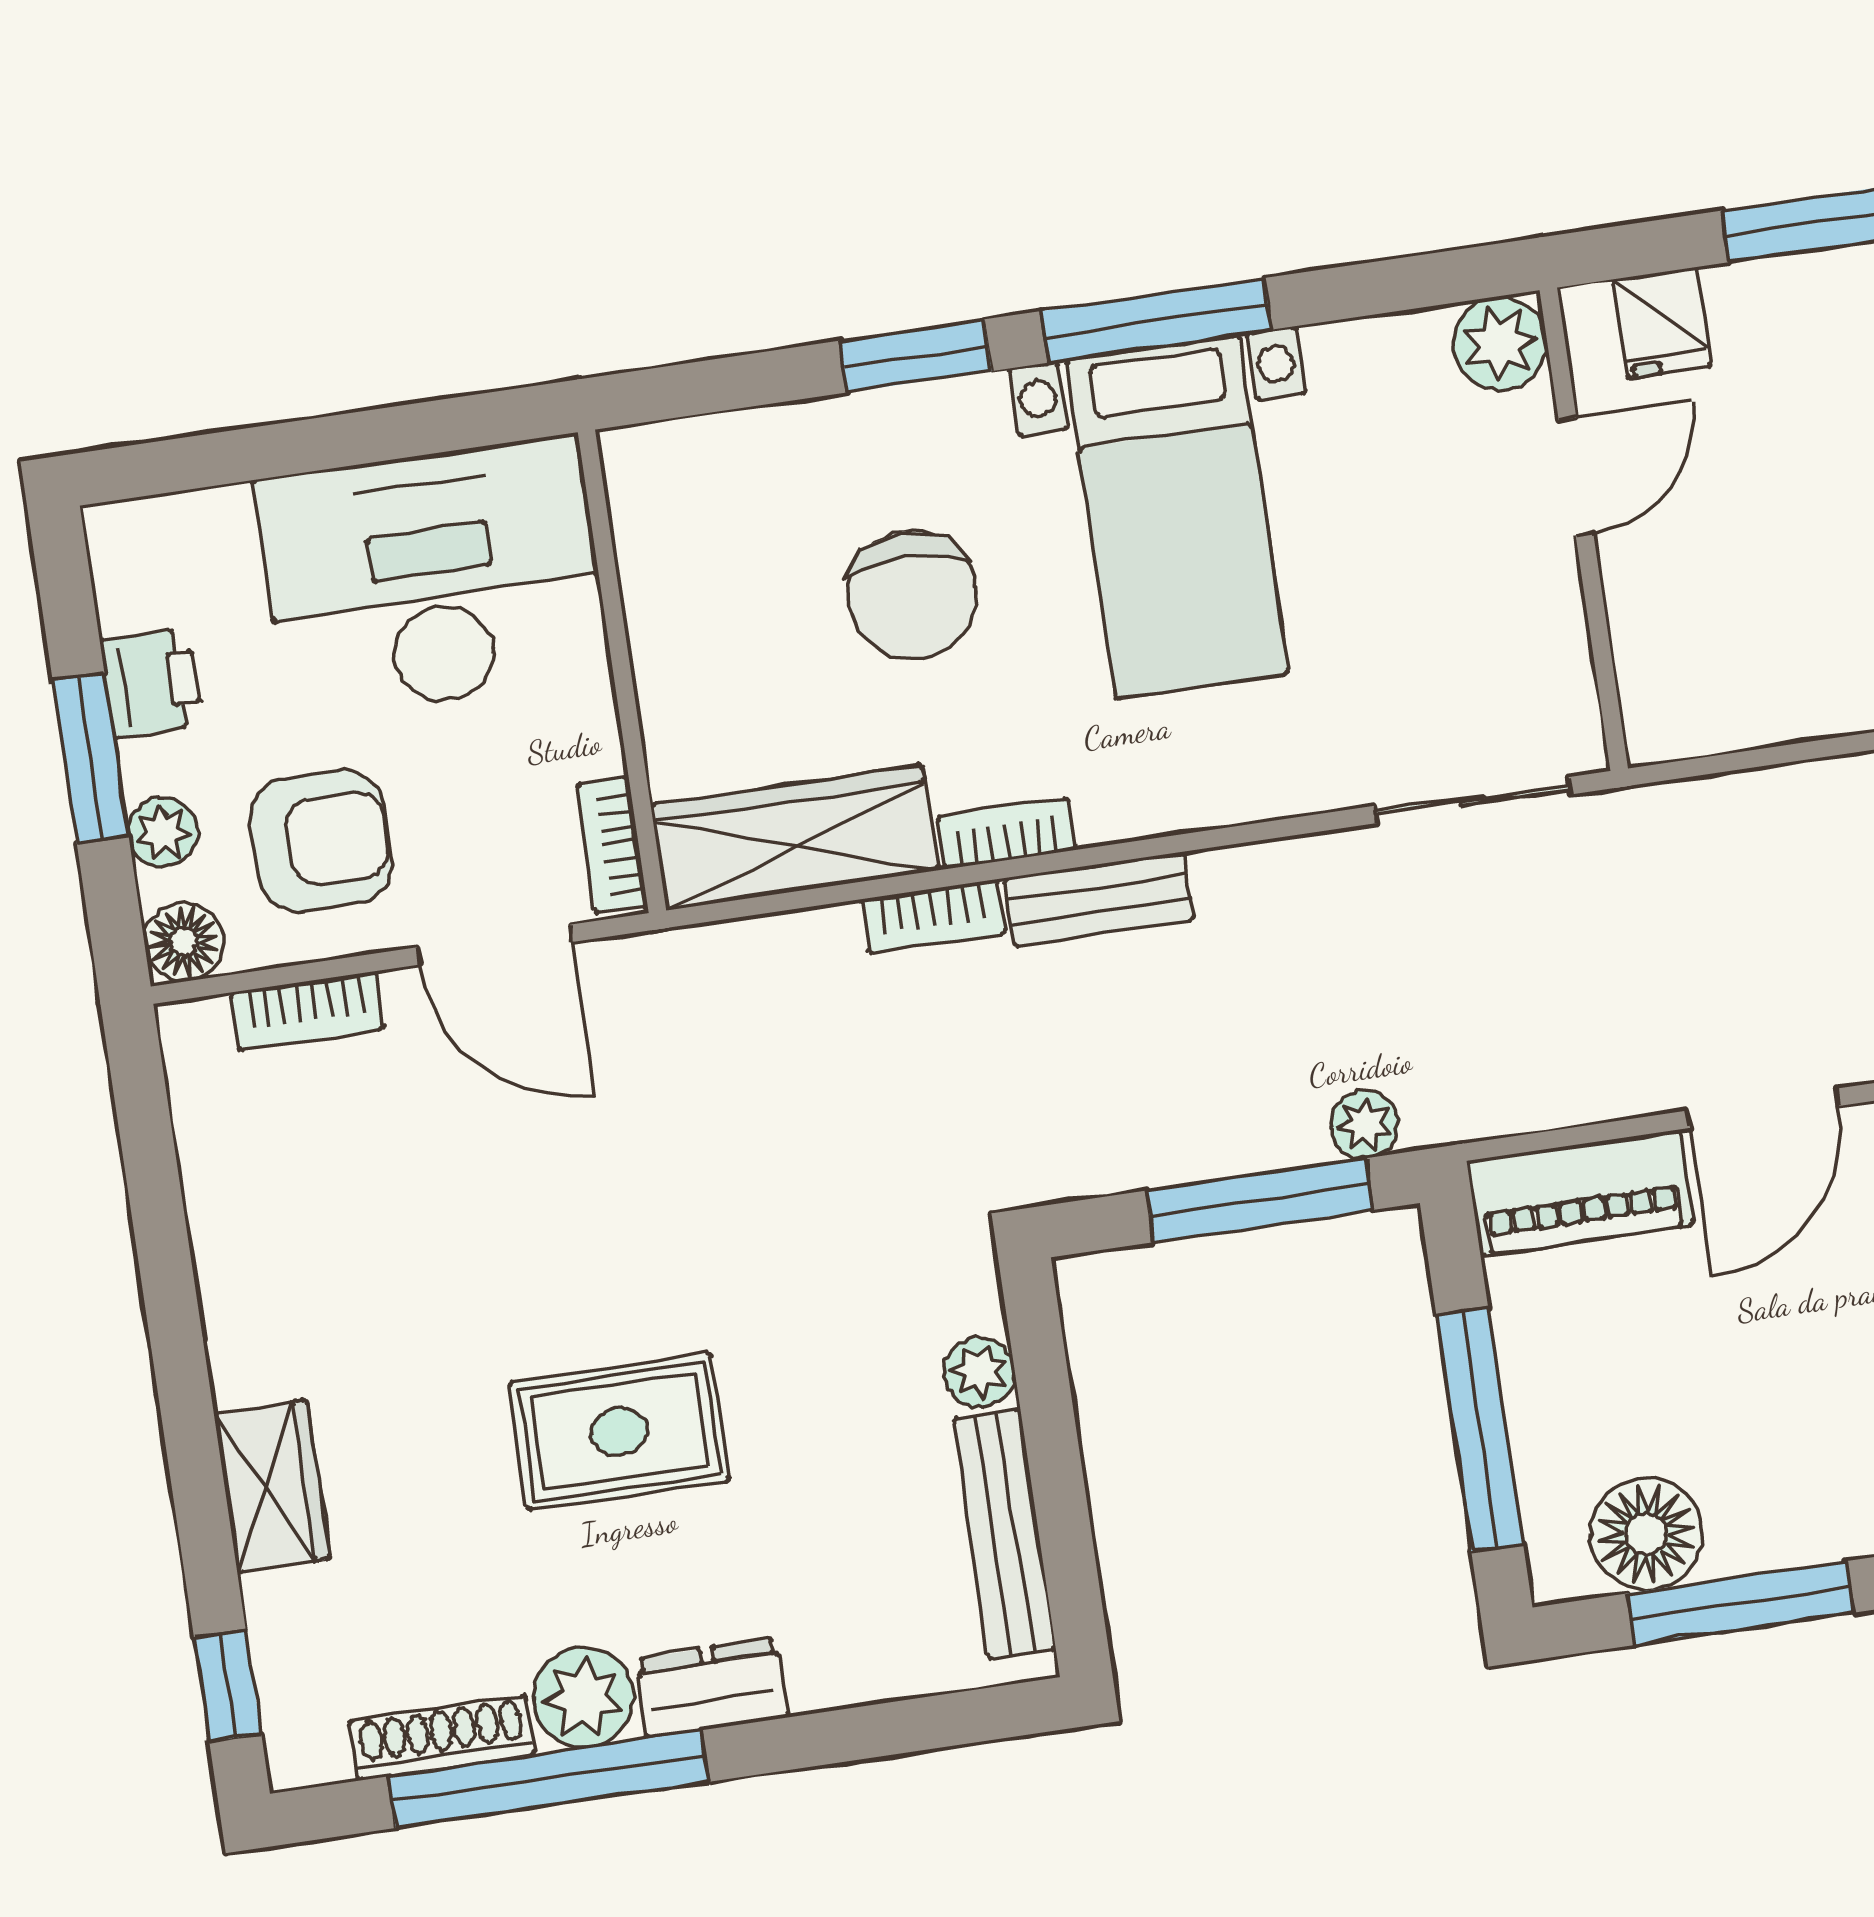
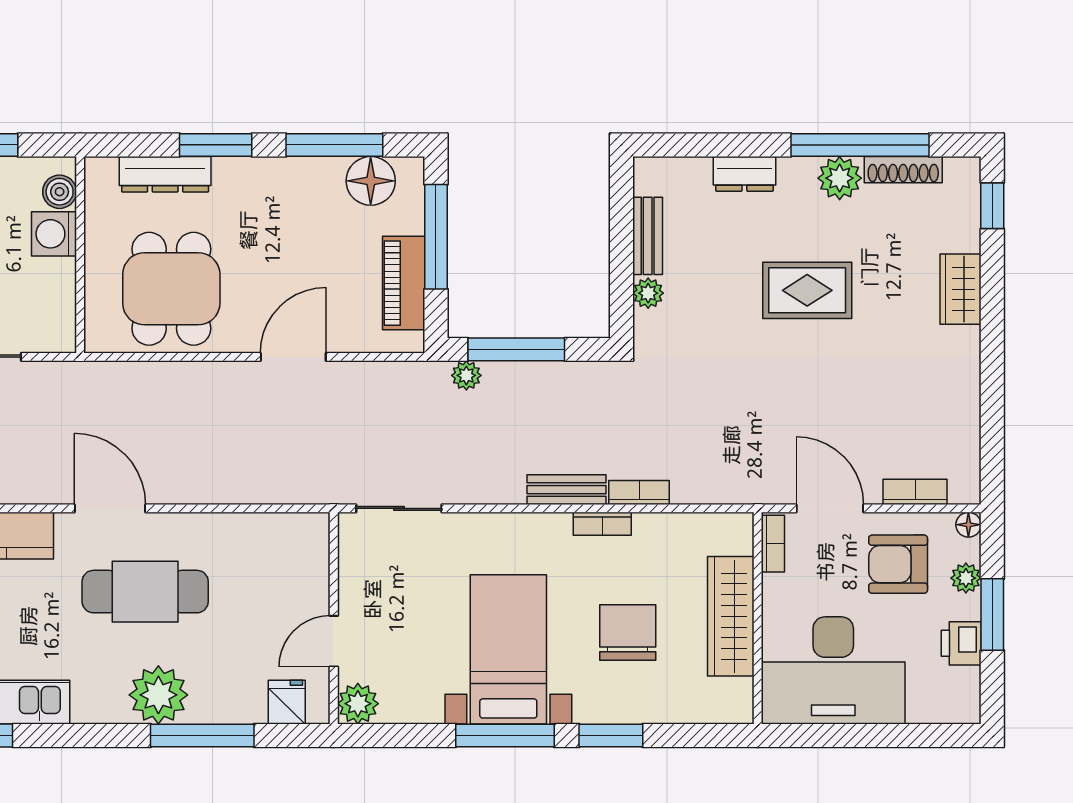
wardrobe: (794, 838) -> (731, 616), moved, turned 90
floor lamp: (184, 942) -> (968, 525), width x0.73, depth x0.73
piano: (1580, 1193) -> (404, 283), moved, turned -90
bench: (1004, 1534) -> (648, 236), width x0.73
dresser: (712, 1688) -> (744, 174), moved

